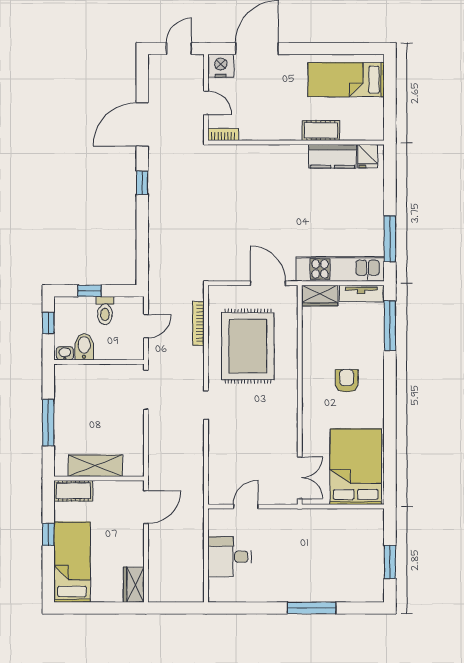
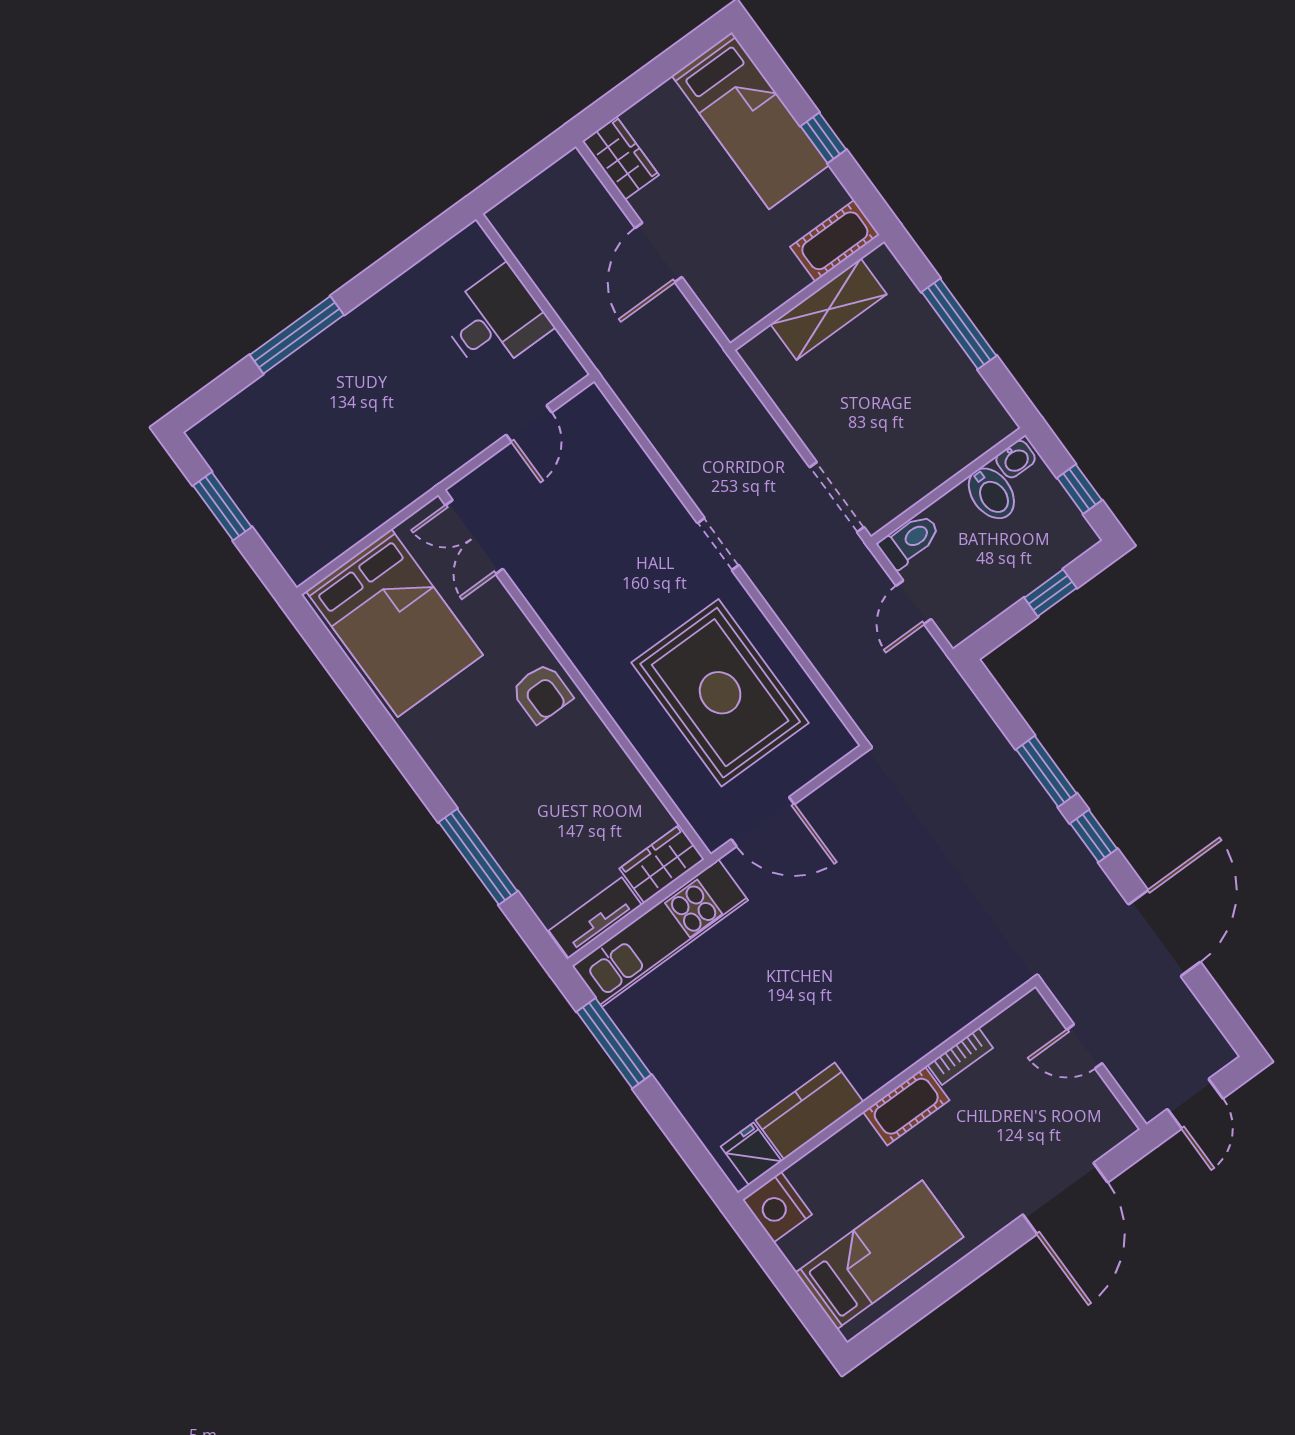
nightstand: (221, 66) -> (777, 1207), moved, turned 90
cot: (321, 130) -> (906, 1106), moved
bookcase: (223, 134) -> (960, 1056), moved
window: (142, 222) -> (1046, 771), added
toilet: (105, 311) -> (910, 541), moved, turned 90
bookcase: (198, 323) -> (830, 671), removed
window: (390, 326) -> (478, 857), moved
armchair: (347, 381) -> (542, 693), moved
door: (146, 507) -> (658, 252), moved

